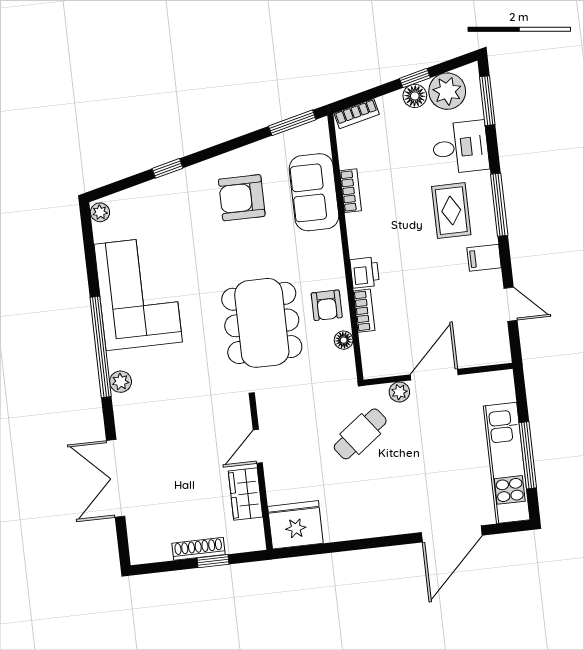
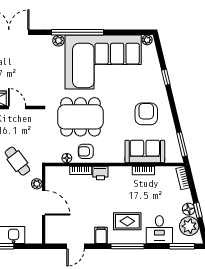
corner sofa: (138, 293) -> (103, 62), width x1.36, depth x1.36

